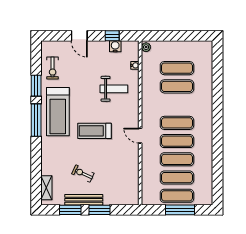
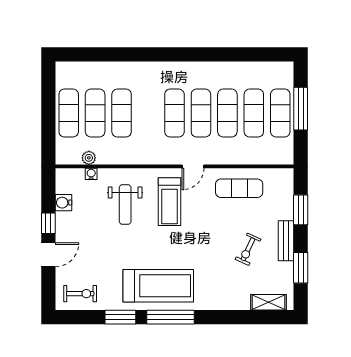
window: (112, 36) -> (48, 223), moved
plant: (146, 47) -> (89, 158), moved
exercise mat: (177, 50) -> (69, 113), added
exercise bike: (53, 68) -> (80, 294), moved
weight bench: (114, 89) -> (125, 205), turned 180
treadmill: (95, 131) -> (169, 202), moved
exercise mat: (125, 167) -> (239, 188), added
bench: (84, 200) -> (286, 241), width x0.73
window: (100, 210) -> (301, 210), moved

